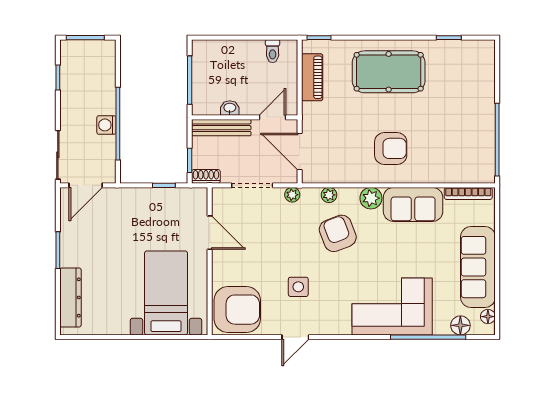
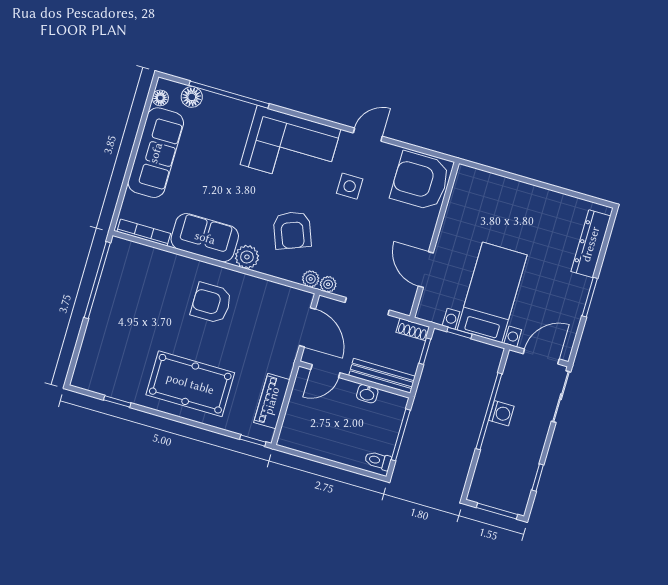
toilet: (273, 51) -> (378, 461), moved, turned -90
plant: (329, 195) -> (311, 279), moved
bed with nightstands: (166, 293) -> (492, 292), moved, turned 180
corner sofa: (392, 306) -> (291, 147), moved

